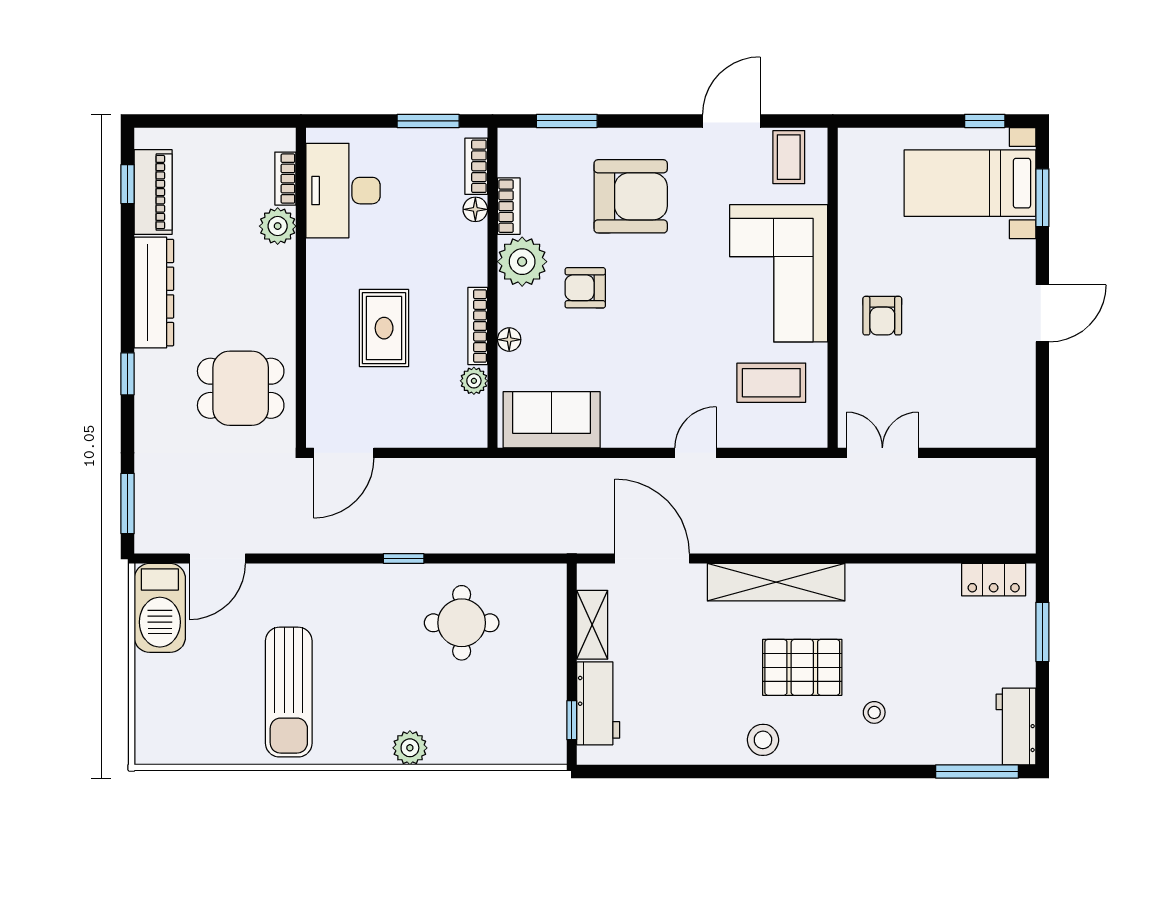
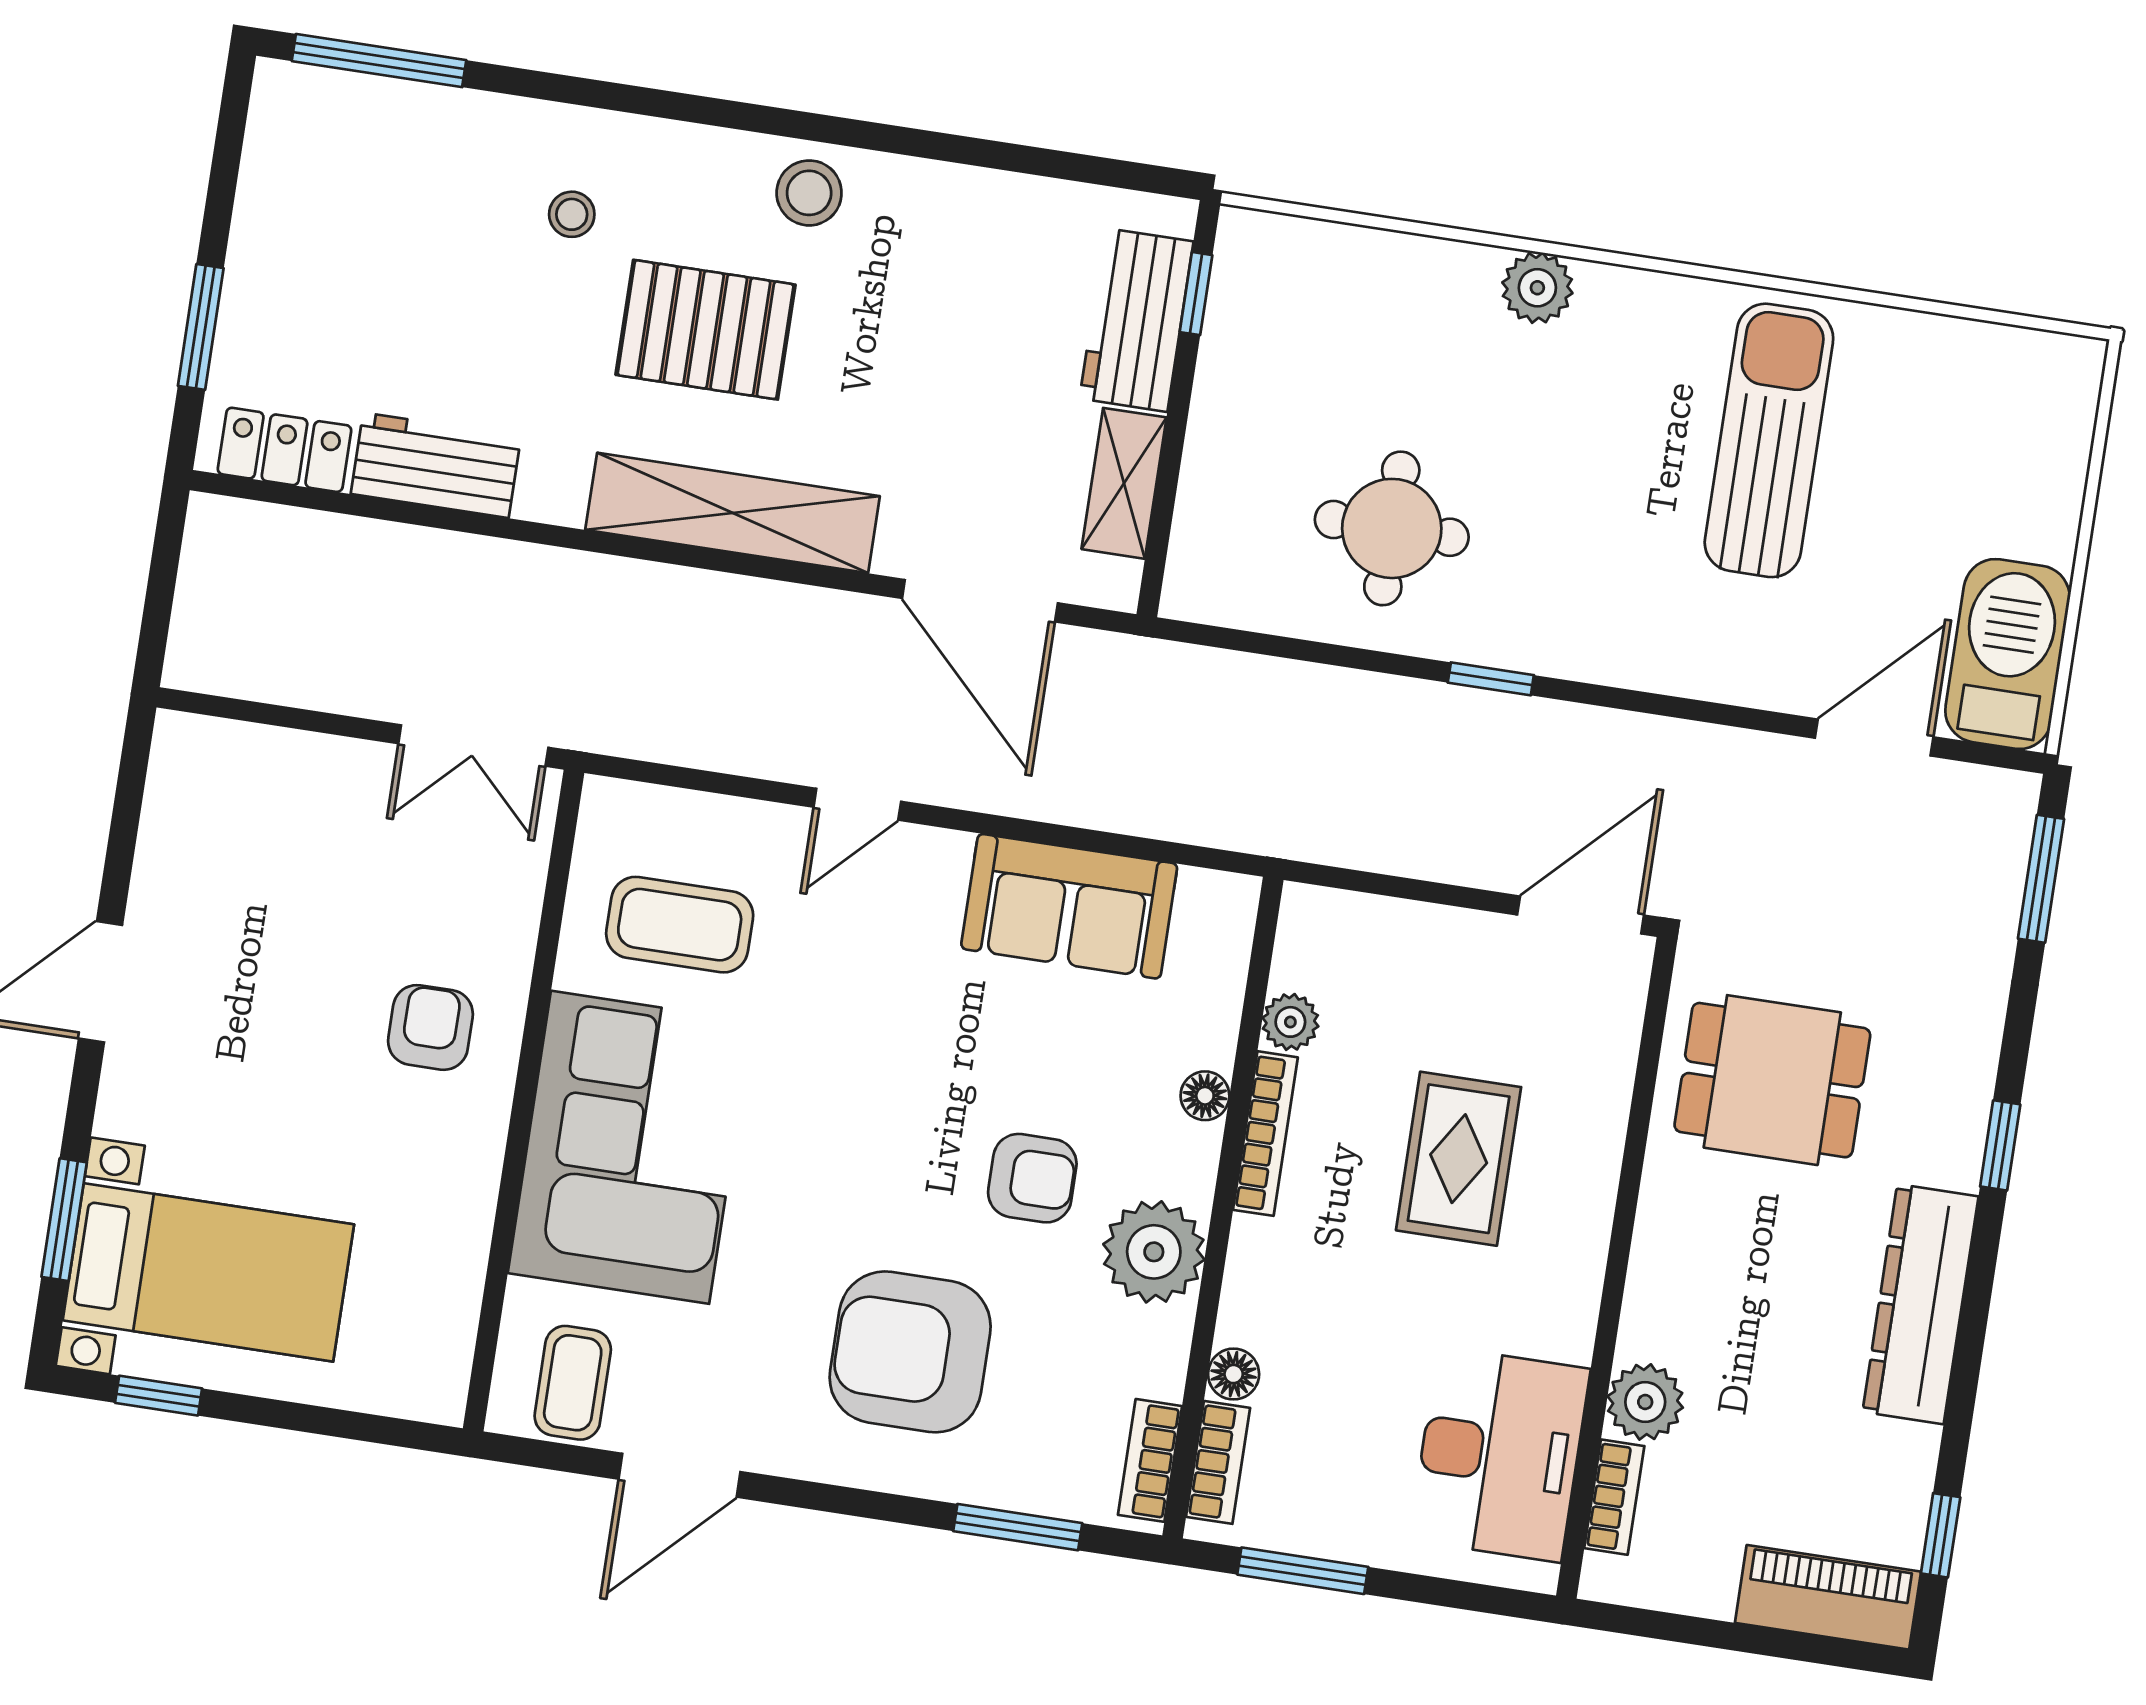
piano: (153, 192) -> (1828, 1597), moved, turned 90
bookcase: (509, 206) -> (1150, 1460), moved
sofa: (552, 420) -> (1069, 906), moved
workbench: (1016, 727) -> (436, 465), moved, turned -90

